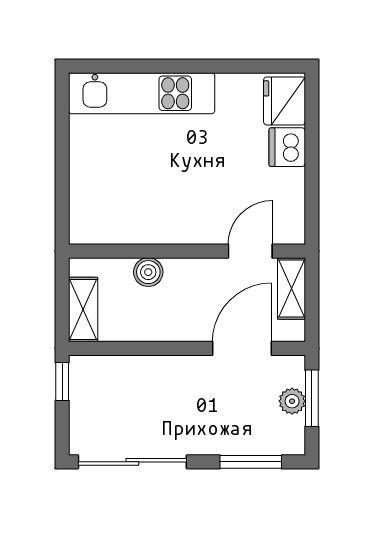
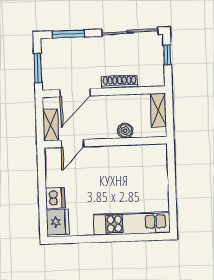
shoe rack: (156, 367) -> (119, 82), added
window: (62, 382) -> (167, 55), moved
plant: (292, 401) -> (48, 66), removed

